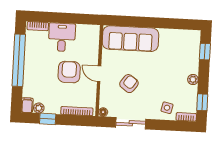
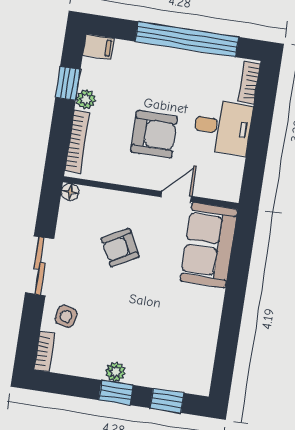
sofa: (130, 39) -> (209, 245), width x0.73
door: (99, 74) -> (176, 197), moved
armchair: (129, 84) -> (120, 248), turned 116
window: (202, 102) -> (116, 393), moved
plant: (39, 108) -> (86, 99), moved
sliding door: (131, 123) -> (40, 266), moved

